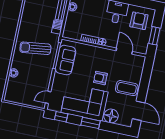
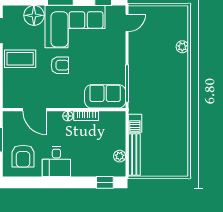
sun lounger: (35, 48) -> (159, 87), removed
sofa: (65, 60) -> (105, 96), moved, turned 90

